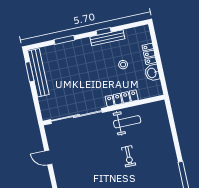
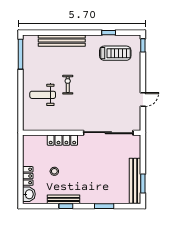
washbasin: (152, 73) -> (29, 194), moved
weight bench: (127, 122) -> (43, 95), moved
door: (48, 158) -> (143, 100), hinge flipped

